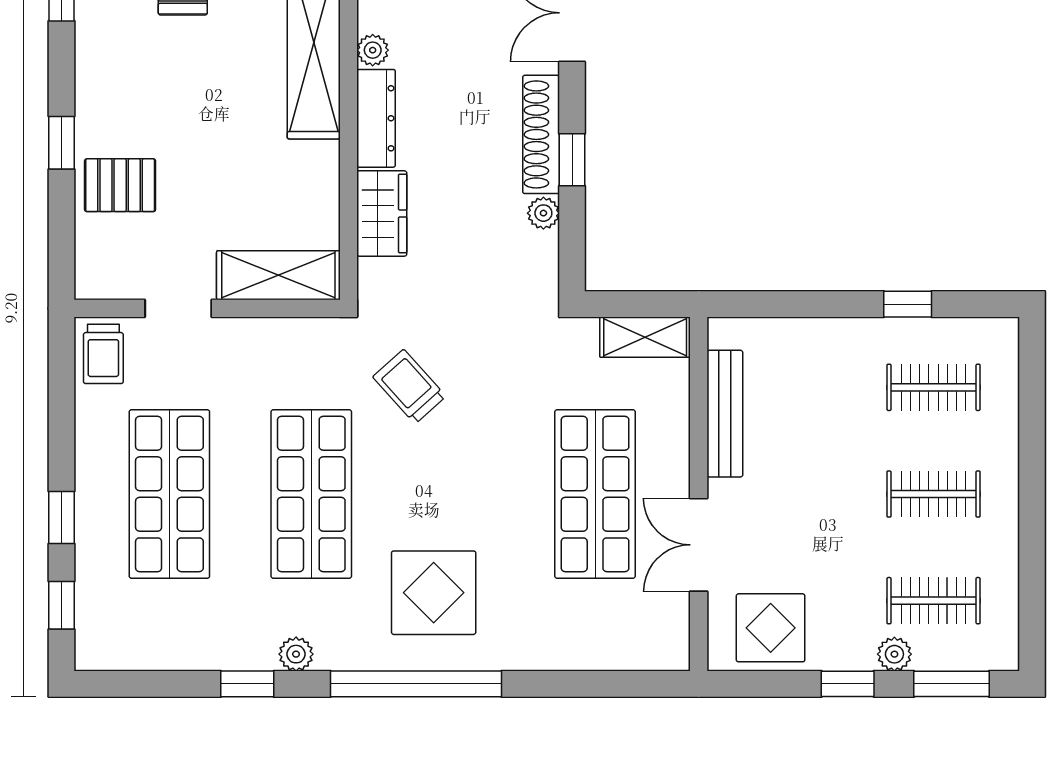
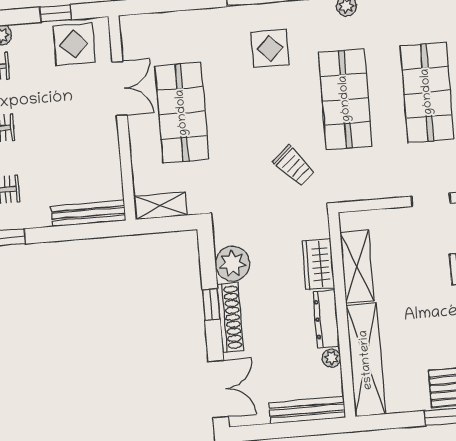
plant: (543, 213) -> (233, 264), width x1.88, depth x1.88
shelving: (278, 275) -> (357, 267), moved, turned 90
bench: (725, 414) -> (88, 213), moved, turned 90
display table: (434, 593) -> (270, 48), width x0.73, depth x0.73
window: (848, 684) -> (56, 13), moved

